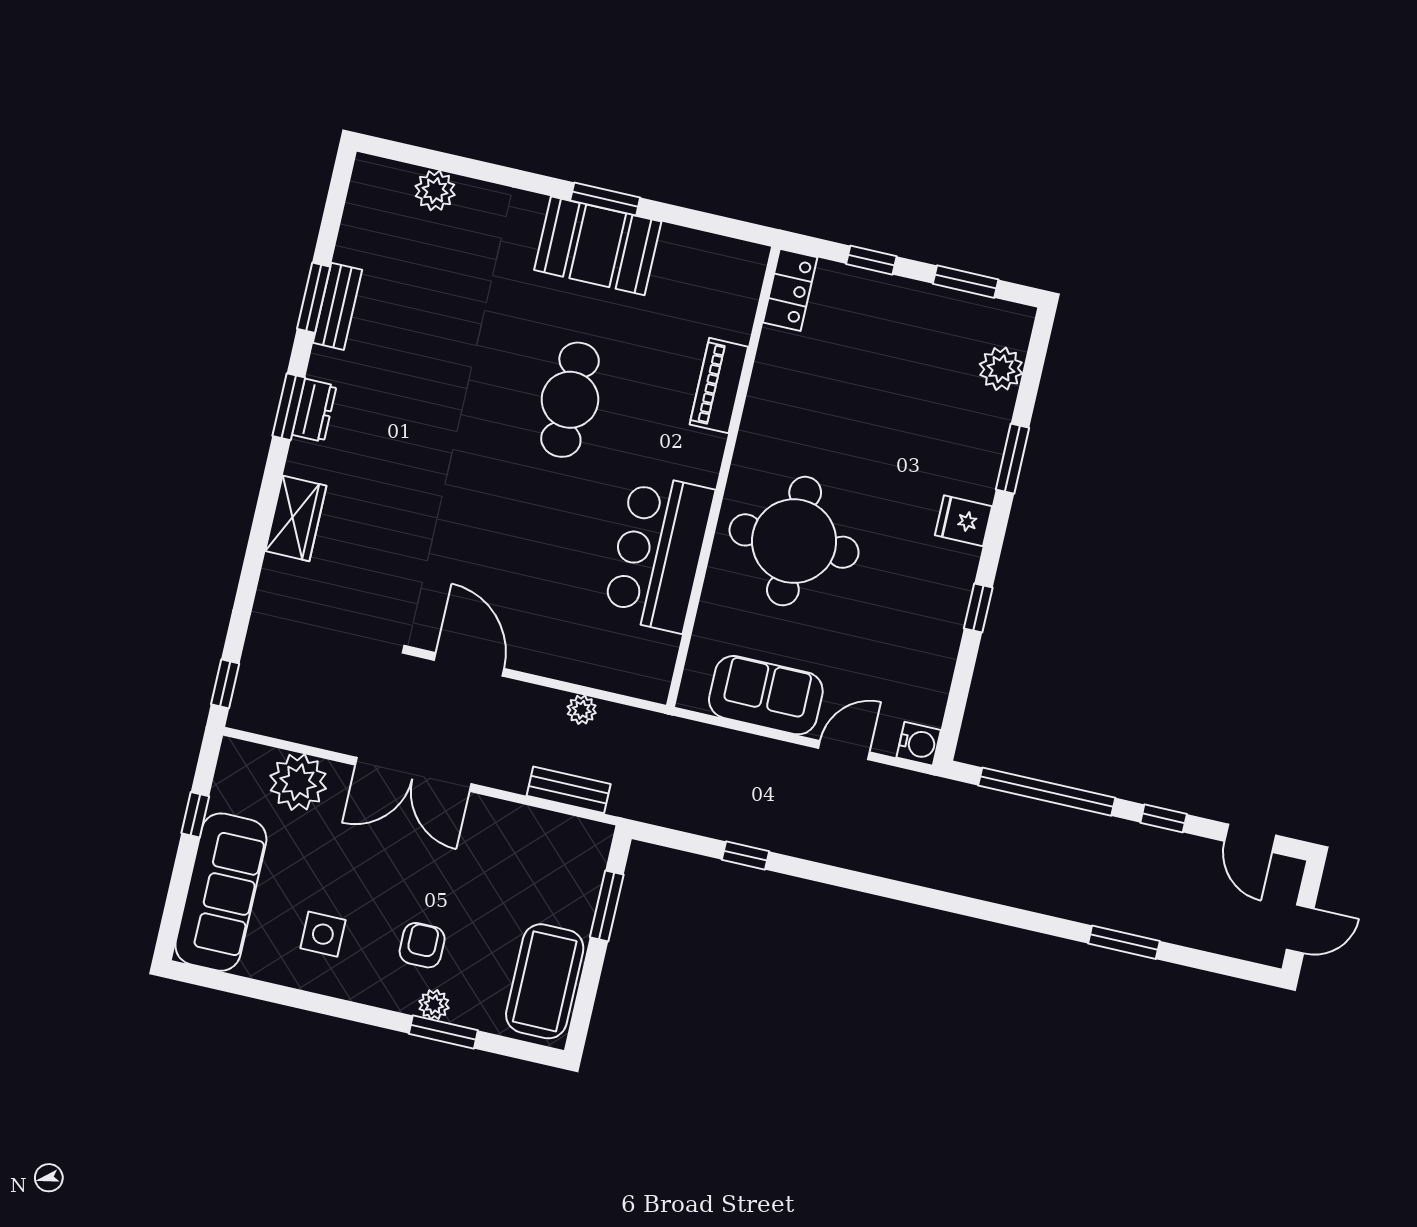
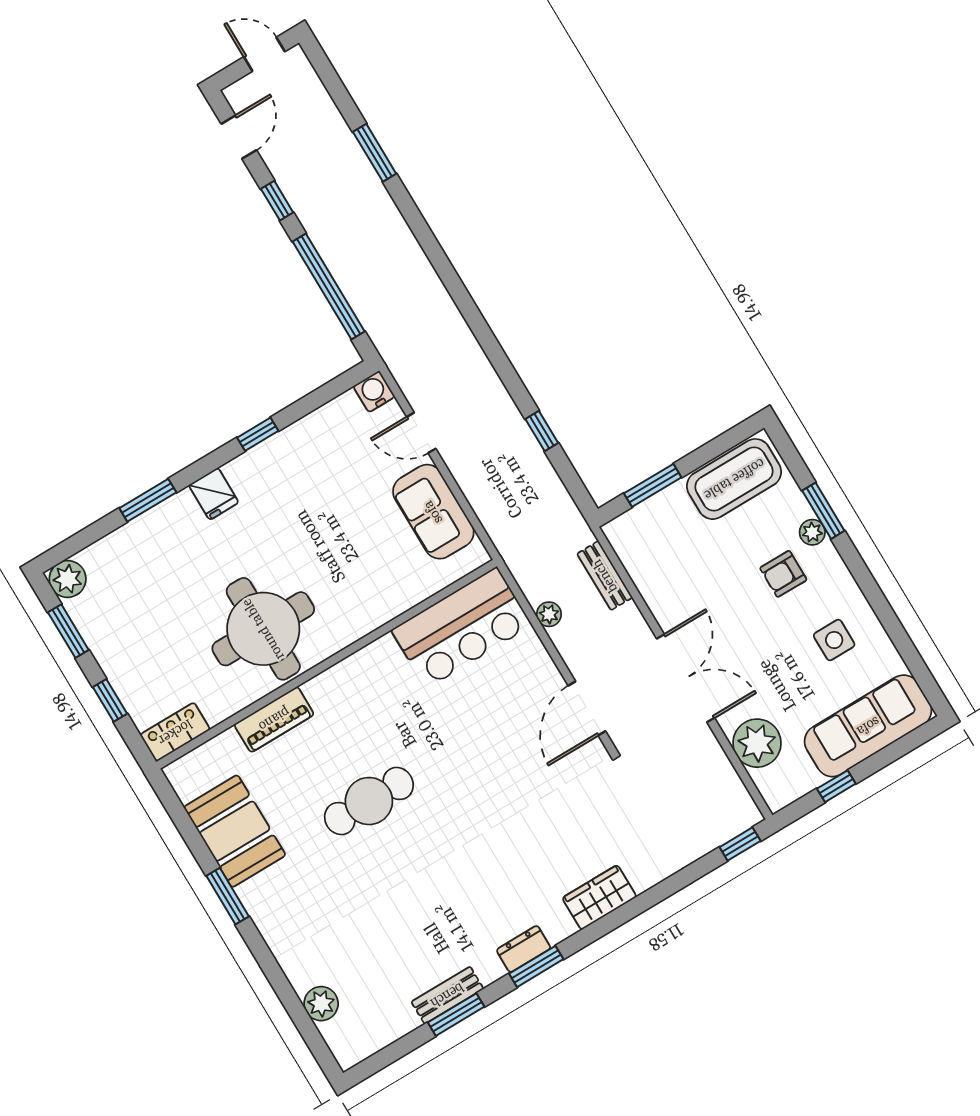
booth: (598, 246) -> (235, 831), moved
plant: (1001, 369) -> (68, 579), moved
round table: (794, 541) -> (263, 629), moved
bar counter: (659, 553) -> (462, 628), moved

